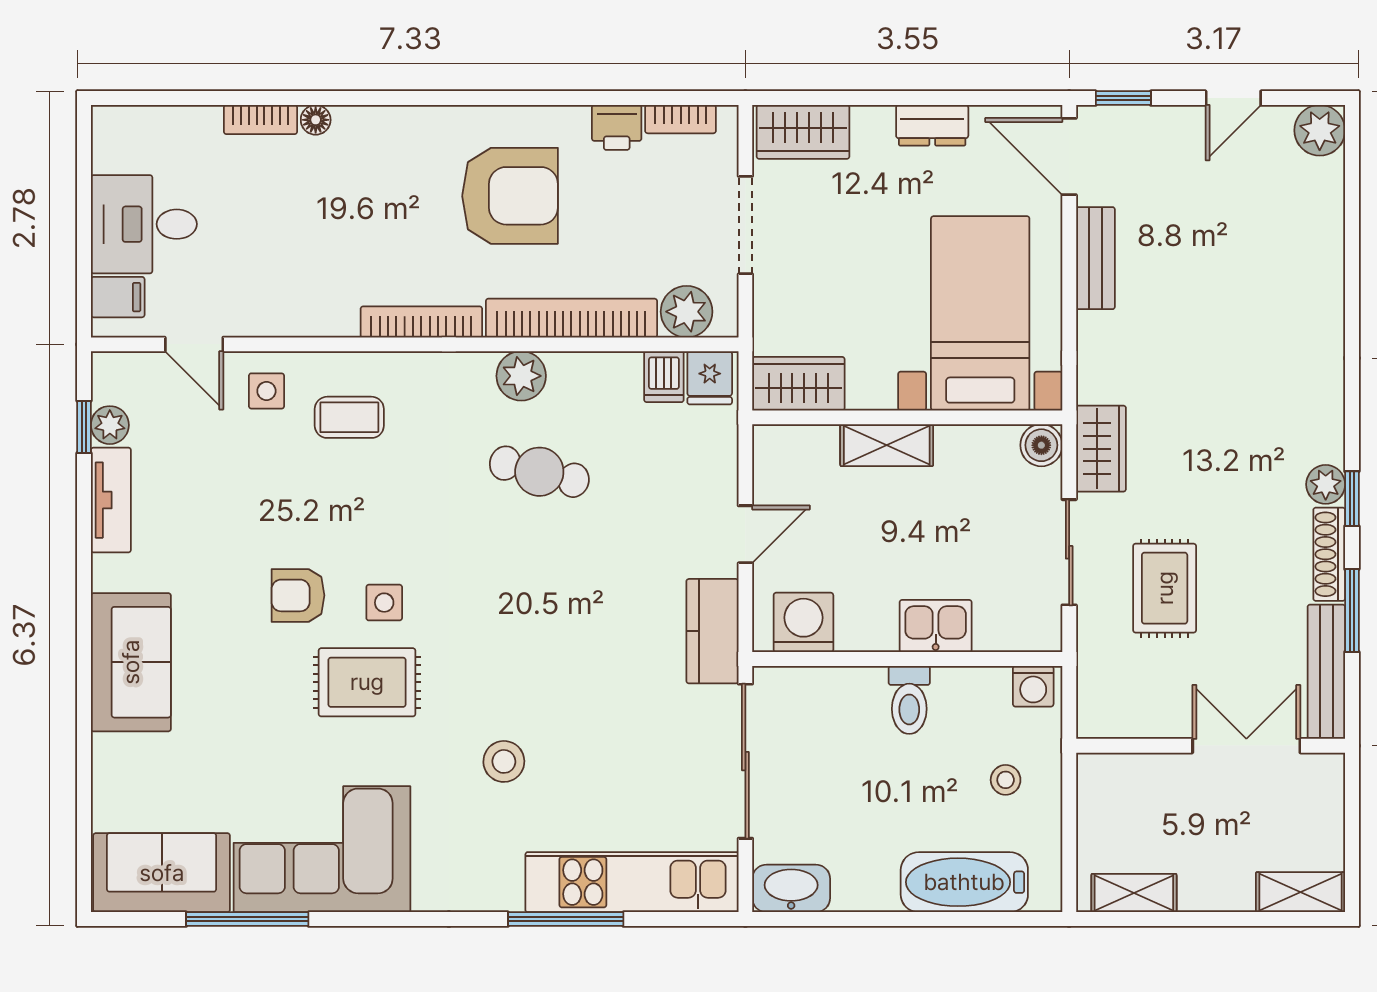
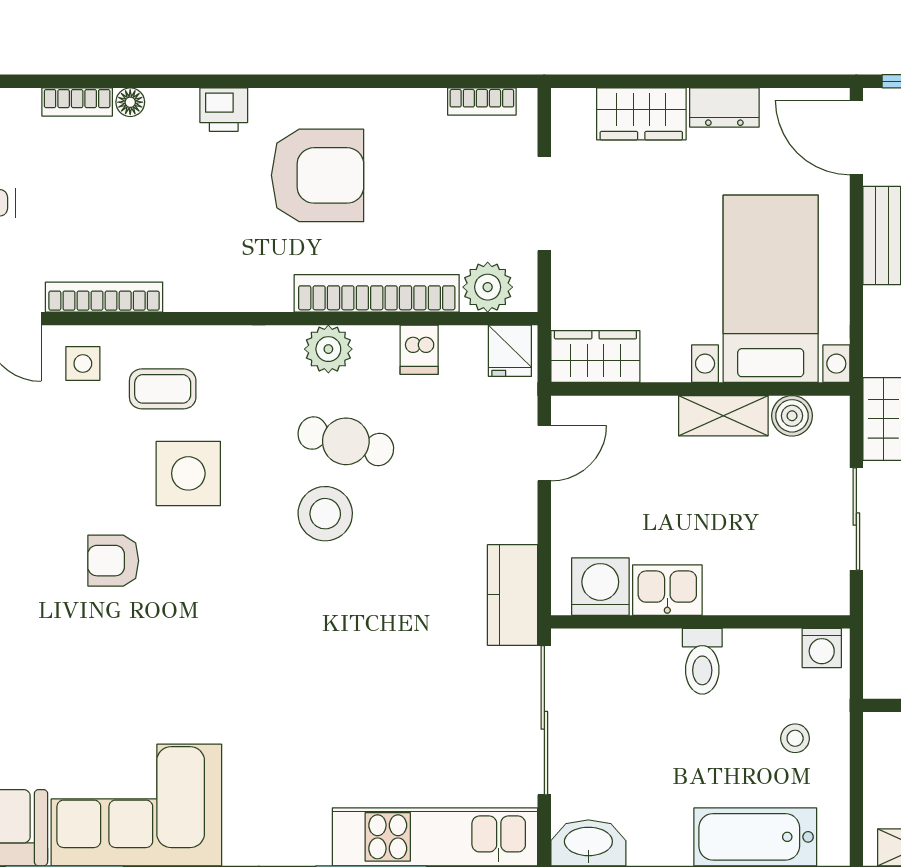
printer: (617, 127) -> (224, 110), moved
wardrobe: (803, 132) -> (641, 114), moved
bookcase: (421, 322) -> (104, 297), moved
dishwasher: (664, 377) -> (419, 350), moved
shelving: (887, 445) -> (723, 416), moved
boiler: (1041, 445) -> (792, 416), moved
door: (745, 534) -> (544, 453), moved
side table: (384, 603) -> (188, 473), moved, width x1.87, depth x1.87
kitchen sink: (936, 626) -> (667, 590), moved
rug: (367, 682) -> (180, 644), removed
stool: (504, 761) -> (325, 514), moved, width x1.38, depth x1.38

